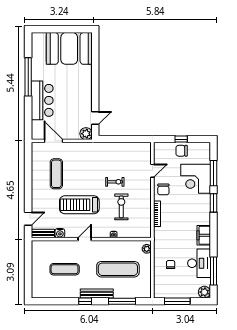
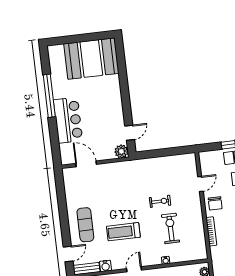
exercise mat: (56, 174) -> (85, 225), moved
treadmill: (79, 205) -> (123, 232), width x0.73, depth x0.73

